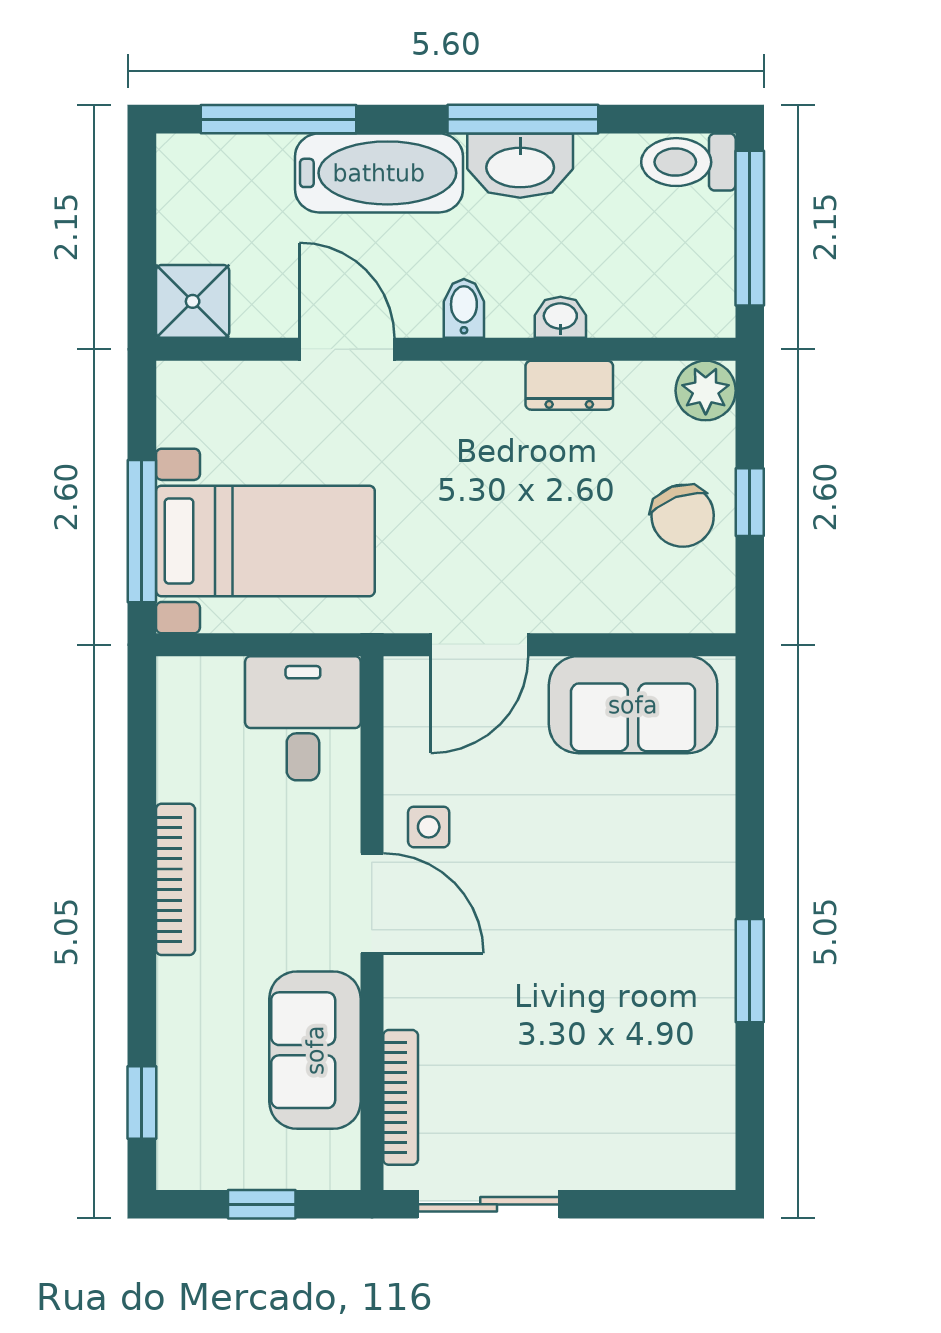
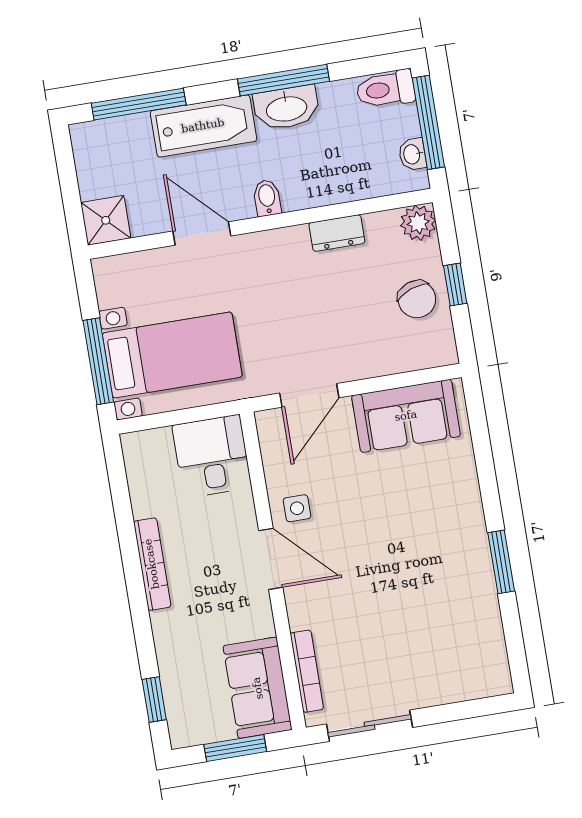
washbasin: (560, 317) -> (412, 154), moved, turned -90
sofa: (315, 1050) -> (258, 688), moved
window: (262, 1204) -> (235, 748), width x1.50

